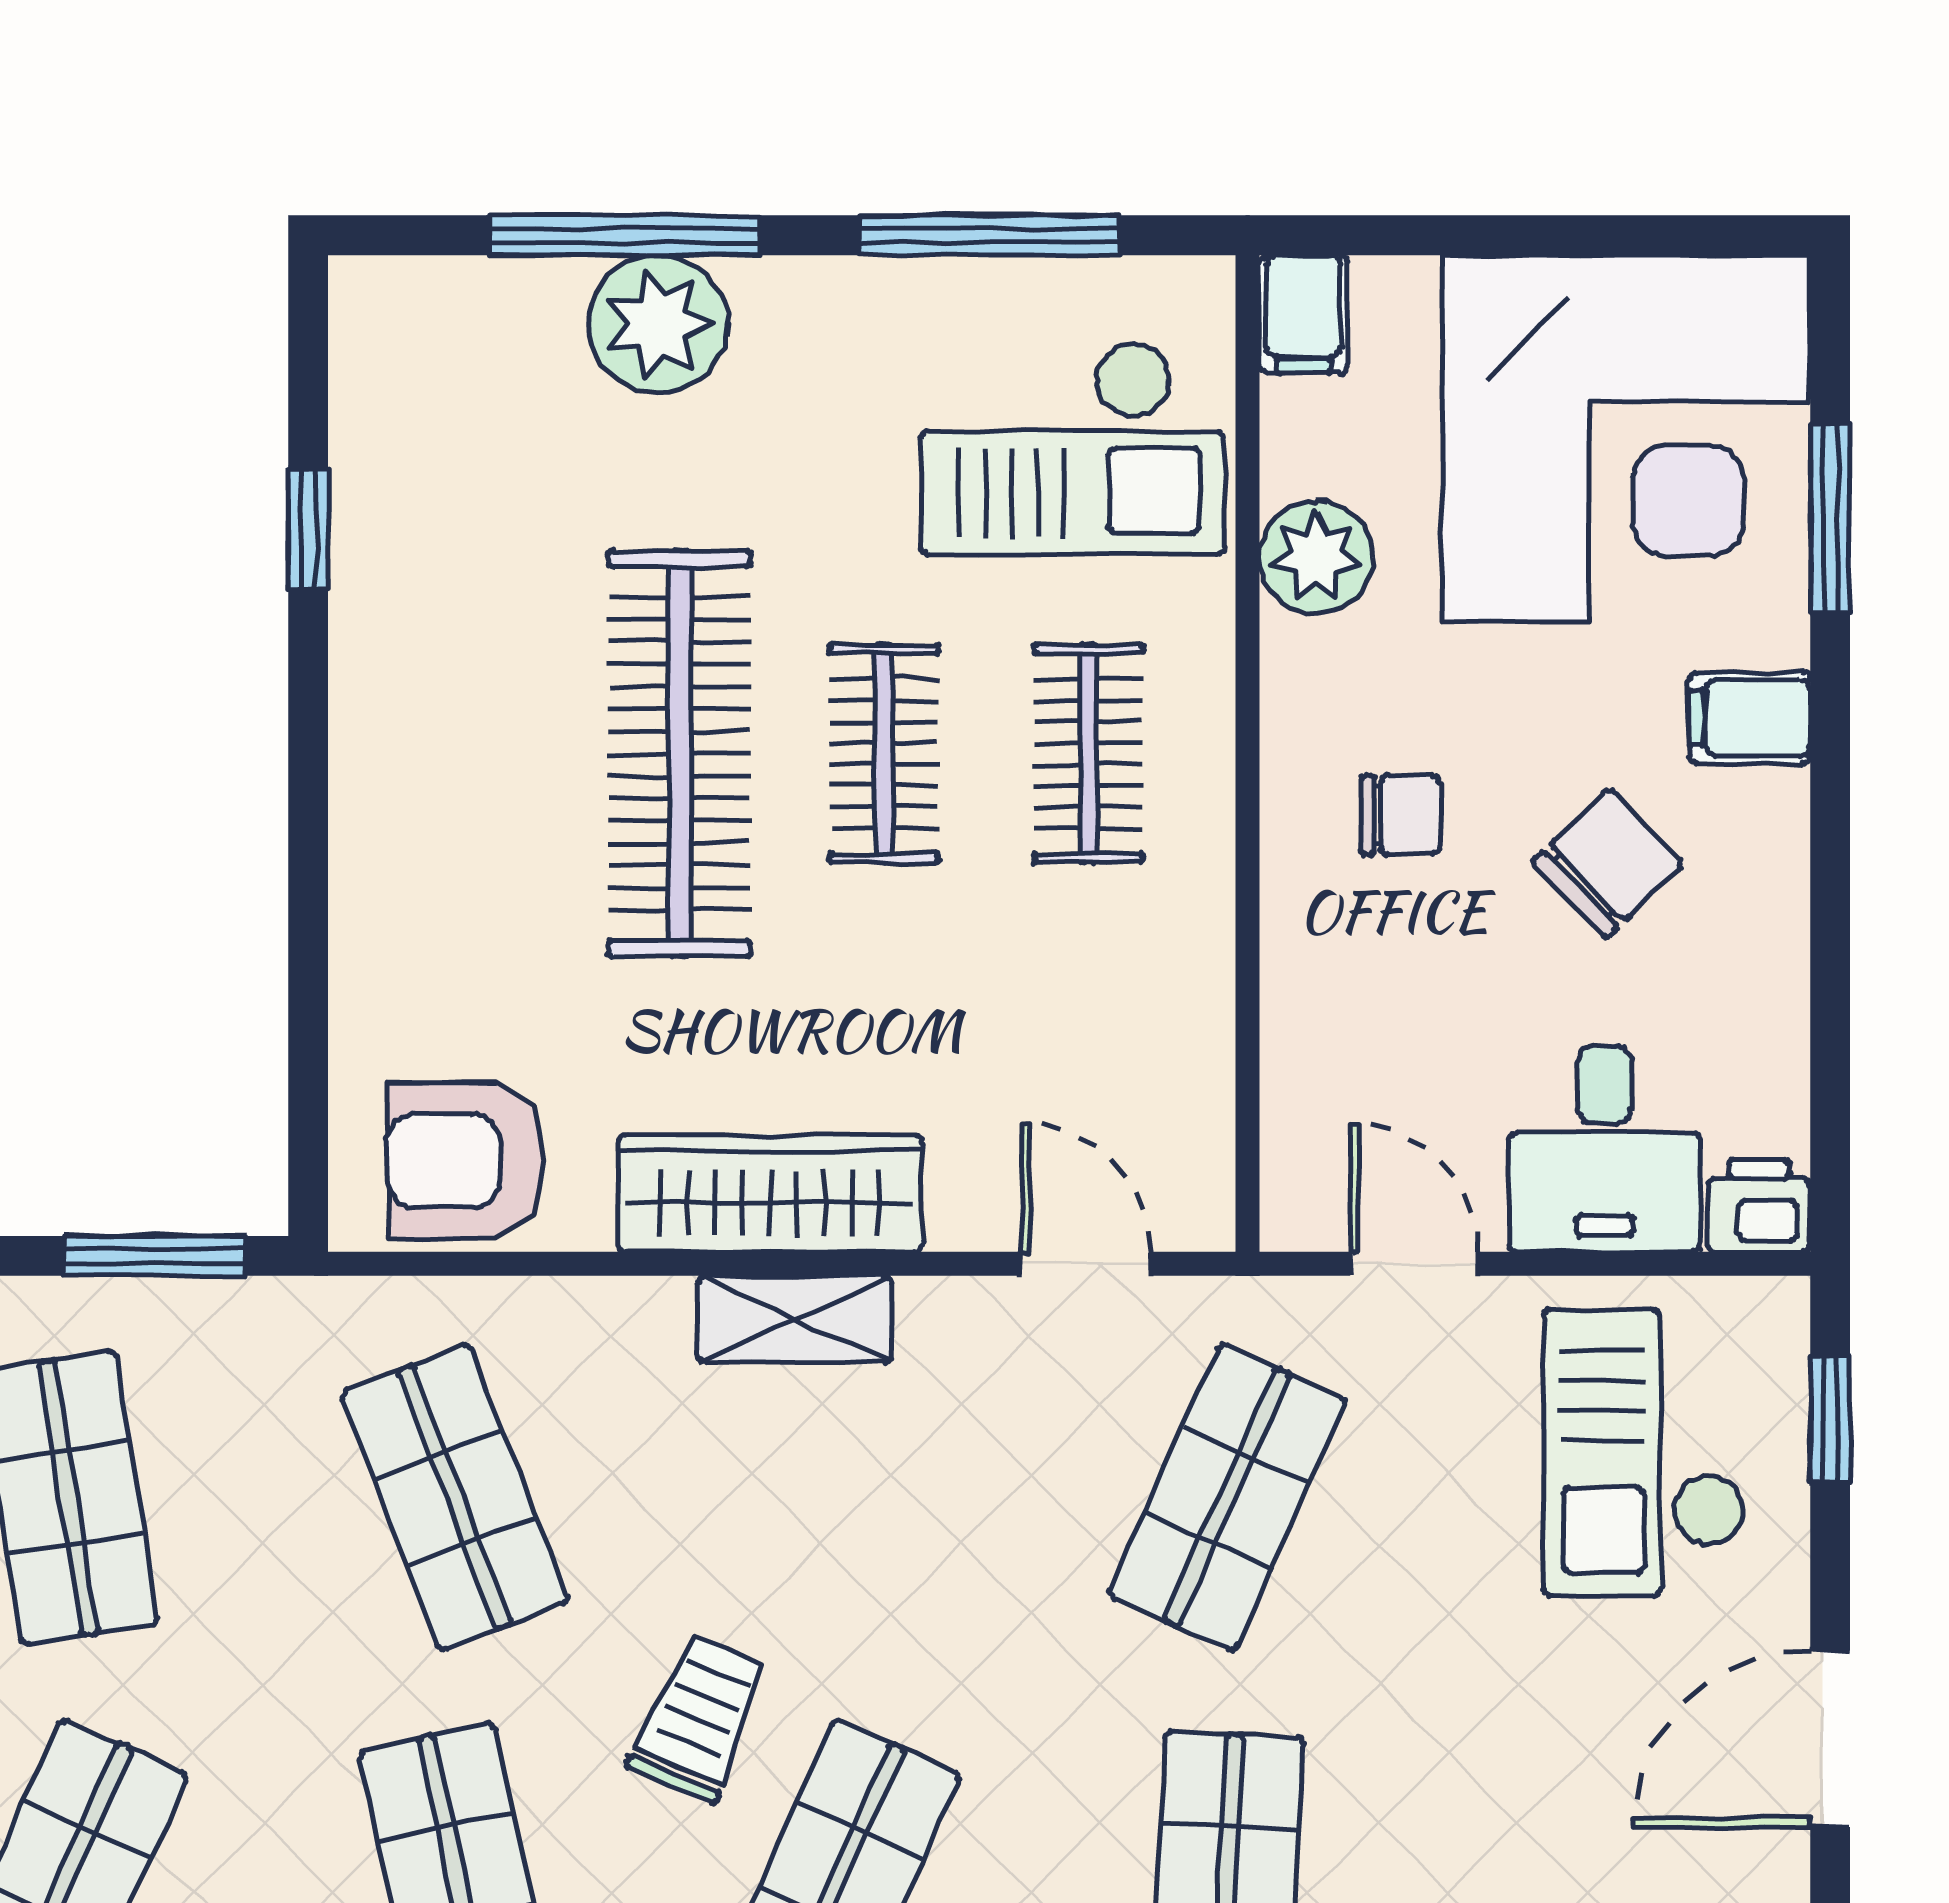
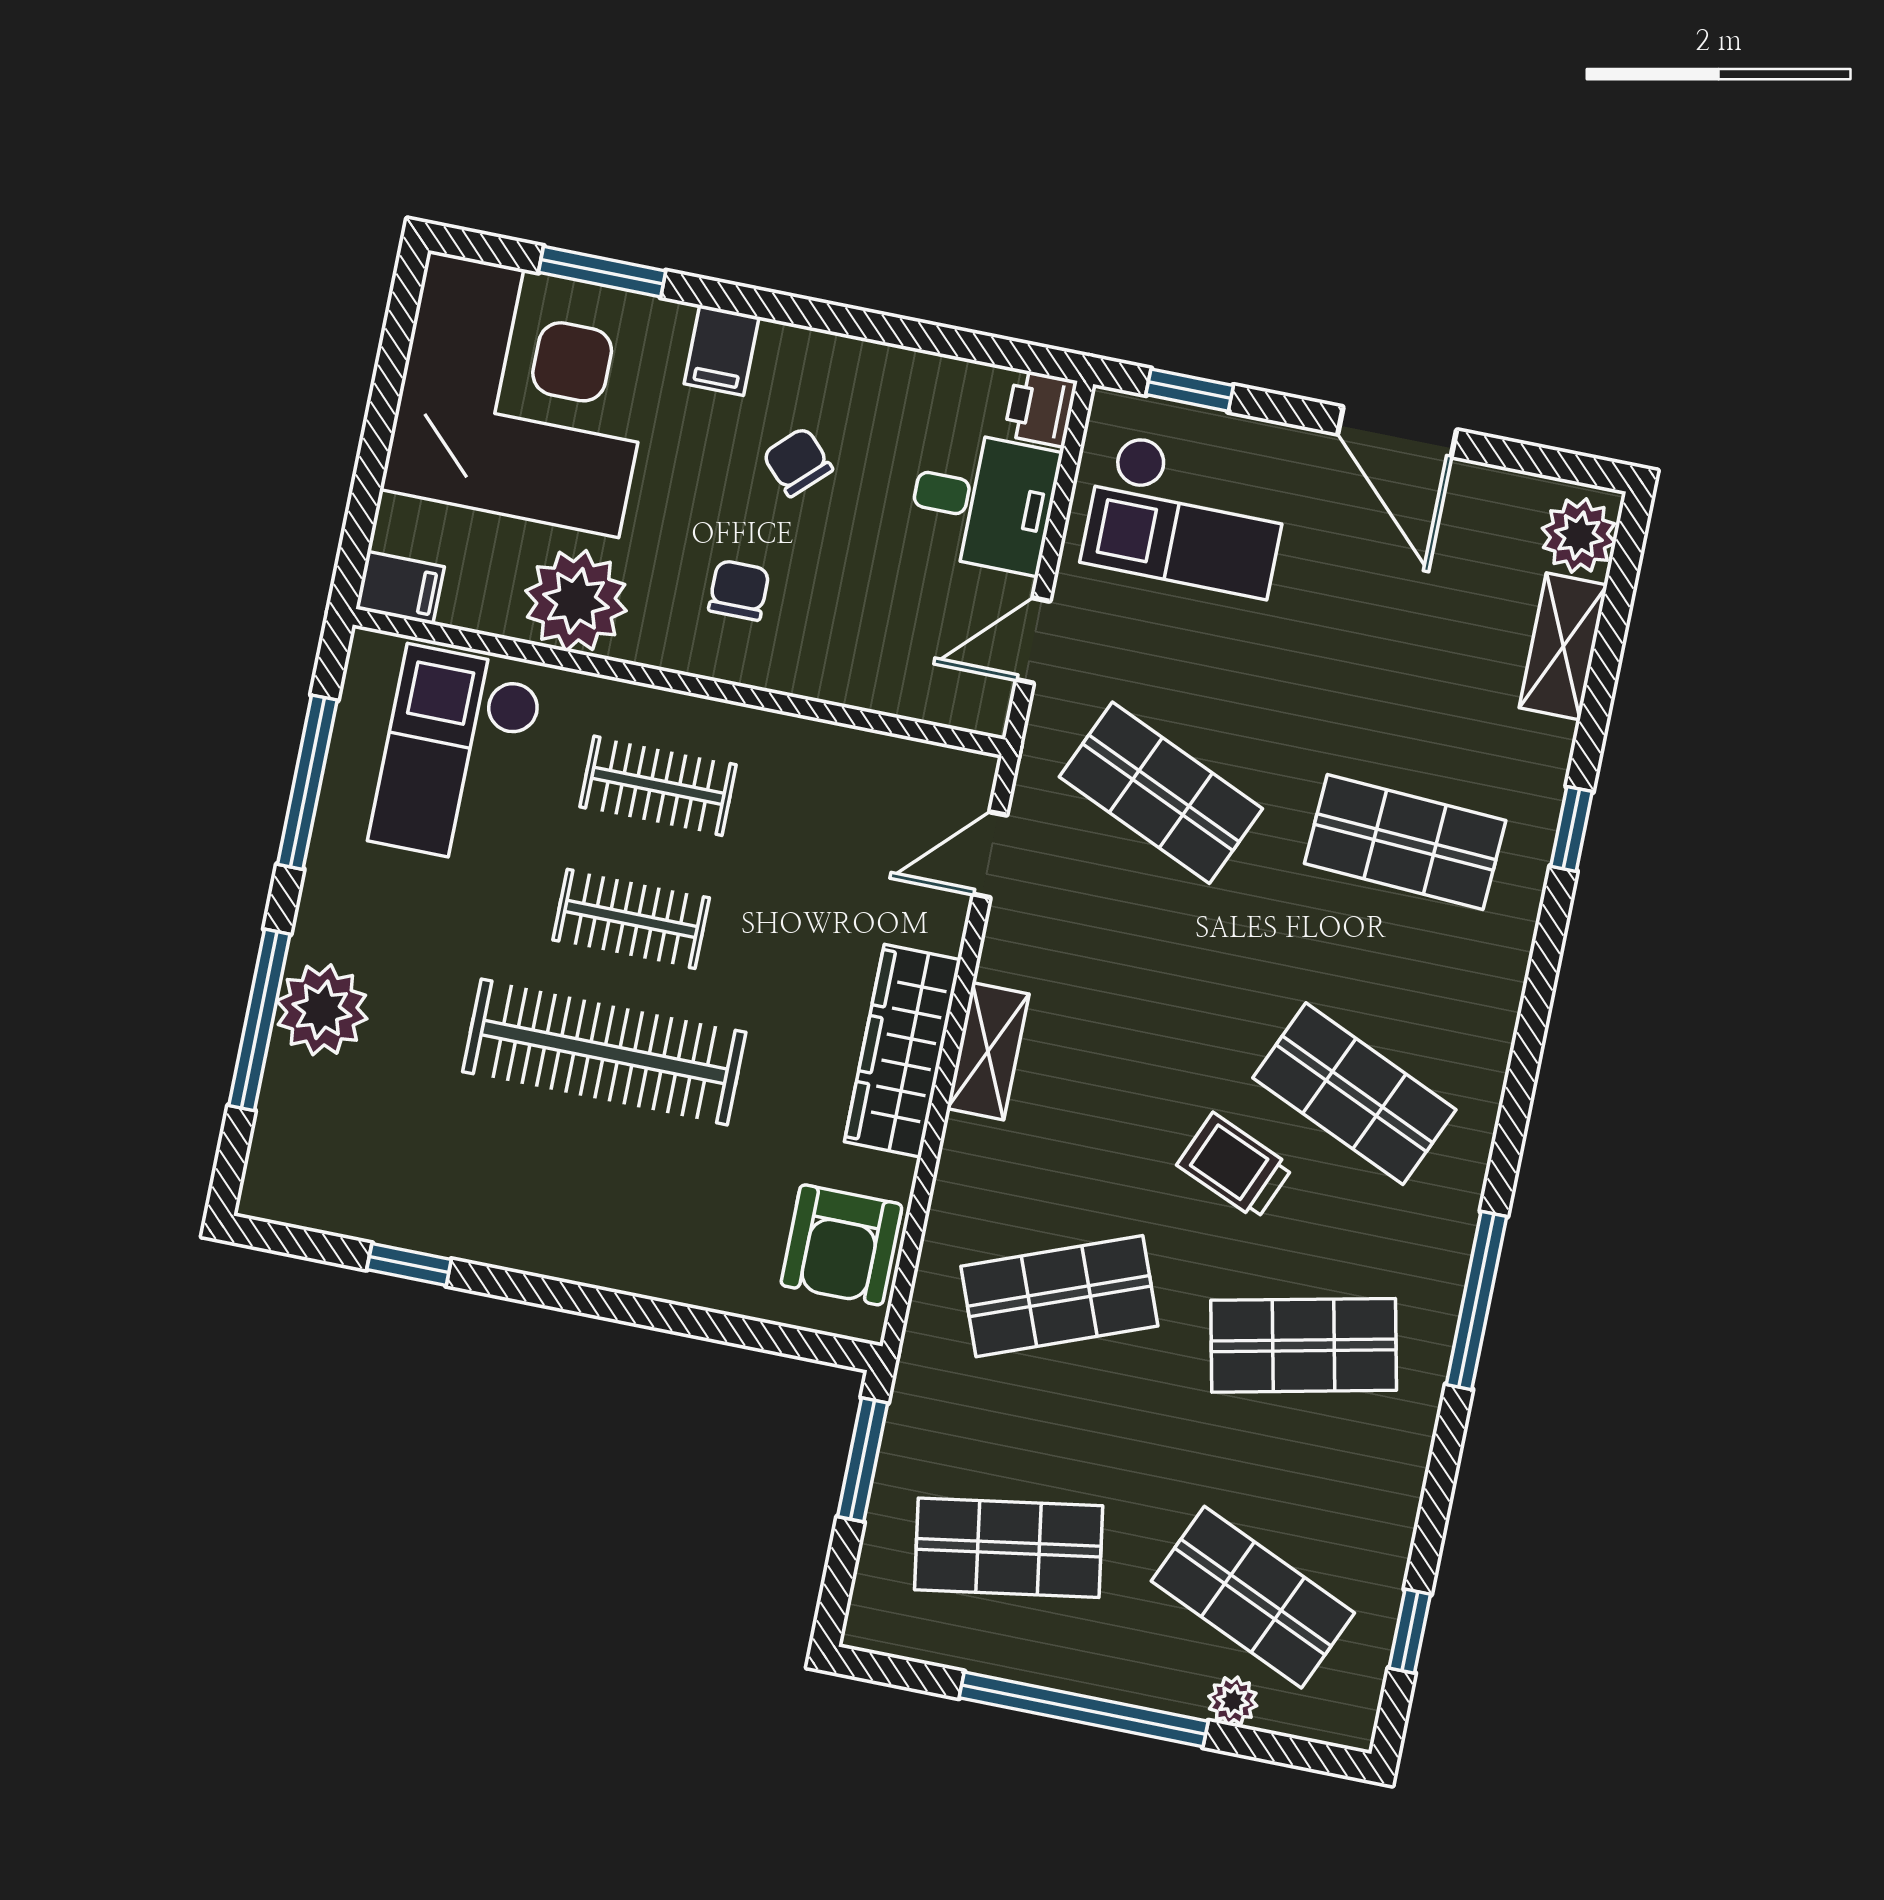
checkout: (1072, 448) -> (457, 756), turned 180
plant: (1316, 557) -> (576, 601), width x1.36, depth x1.36
chair: (1608, 863) -> (798, 462), width x0.73, depth x0.73

